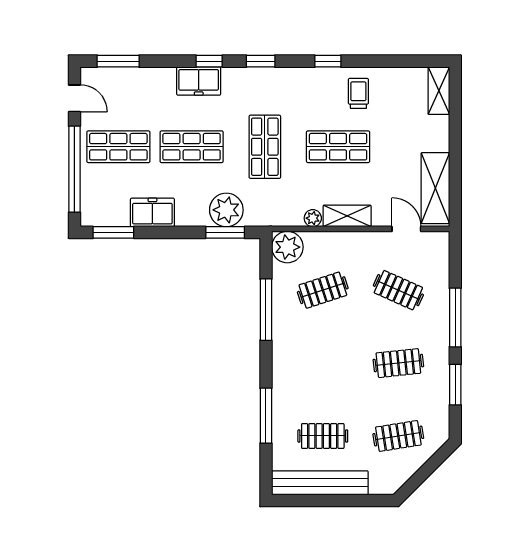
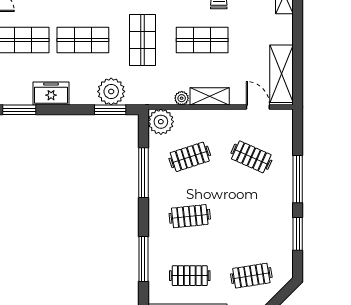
clothes rail: (398, 363) -> (190, 216), moved

